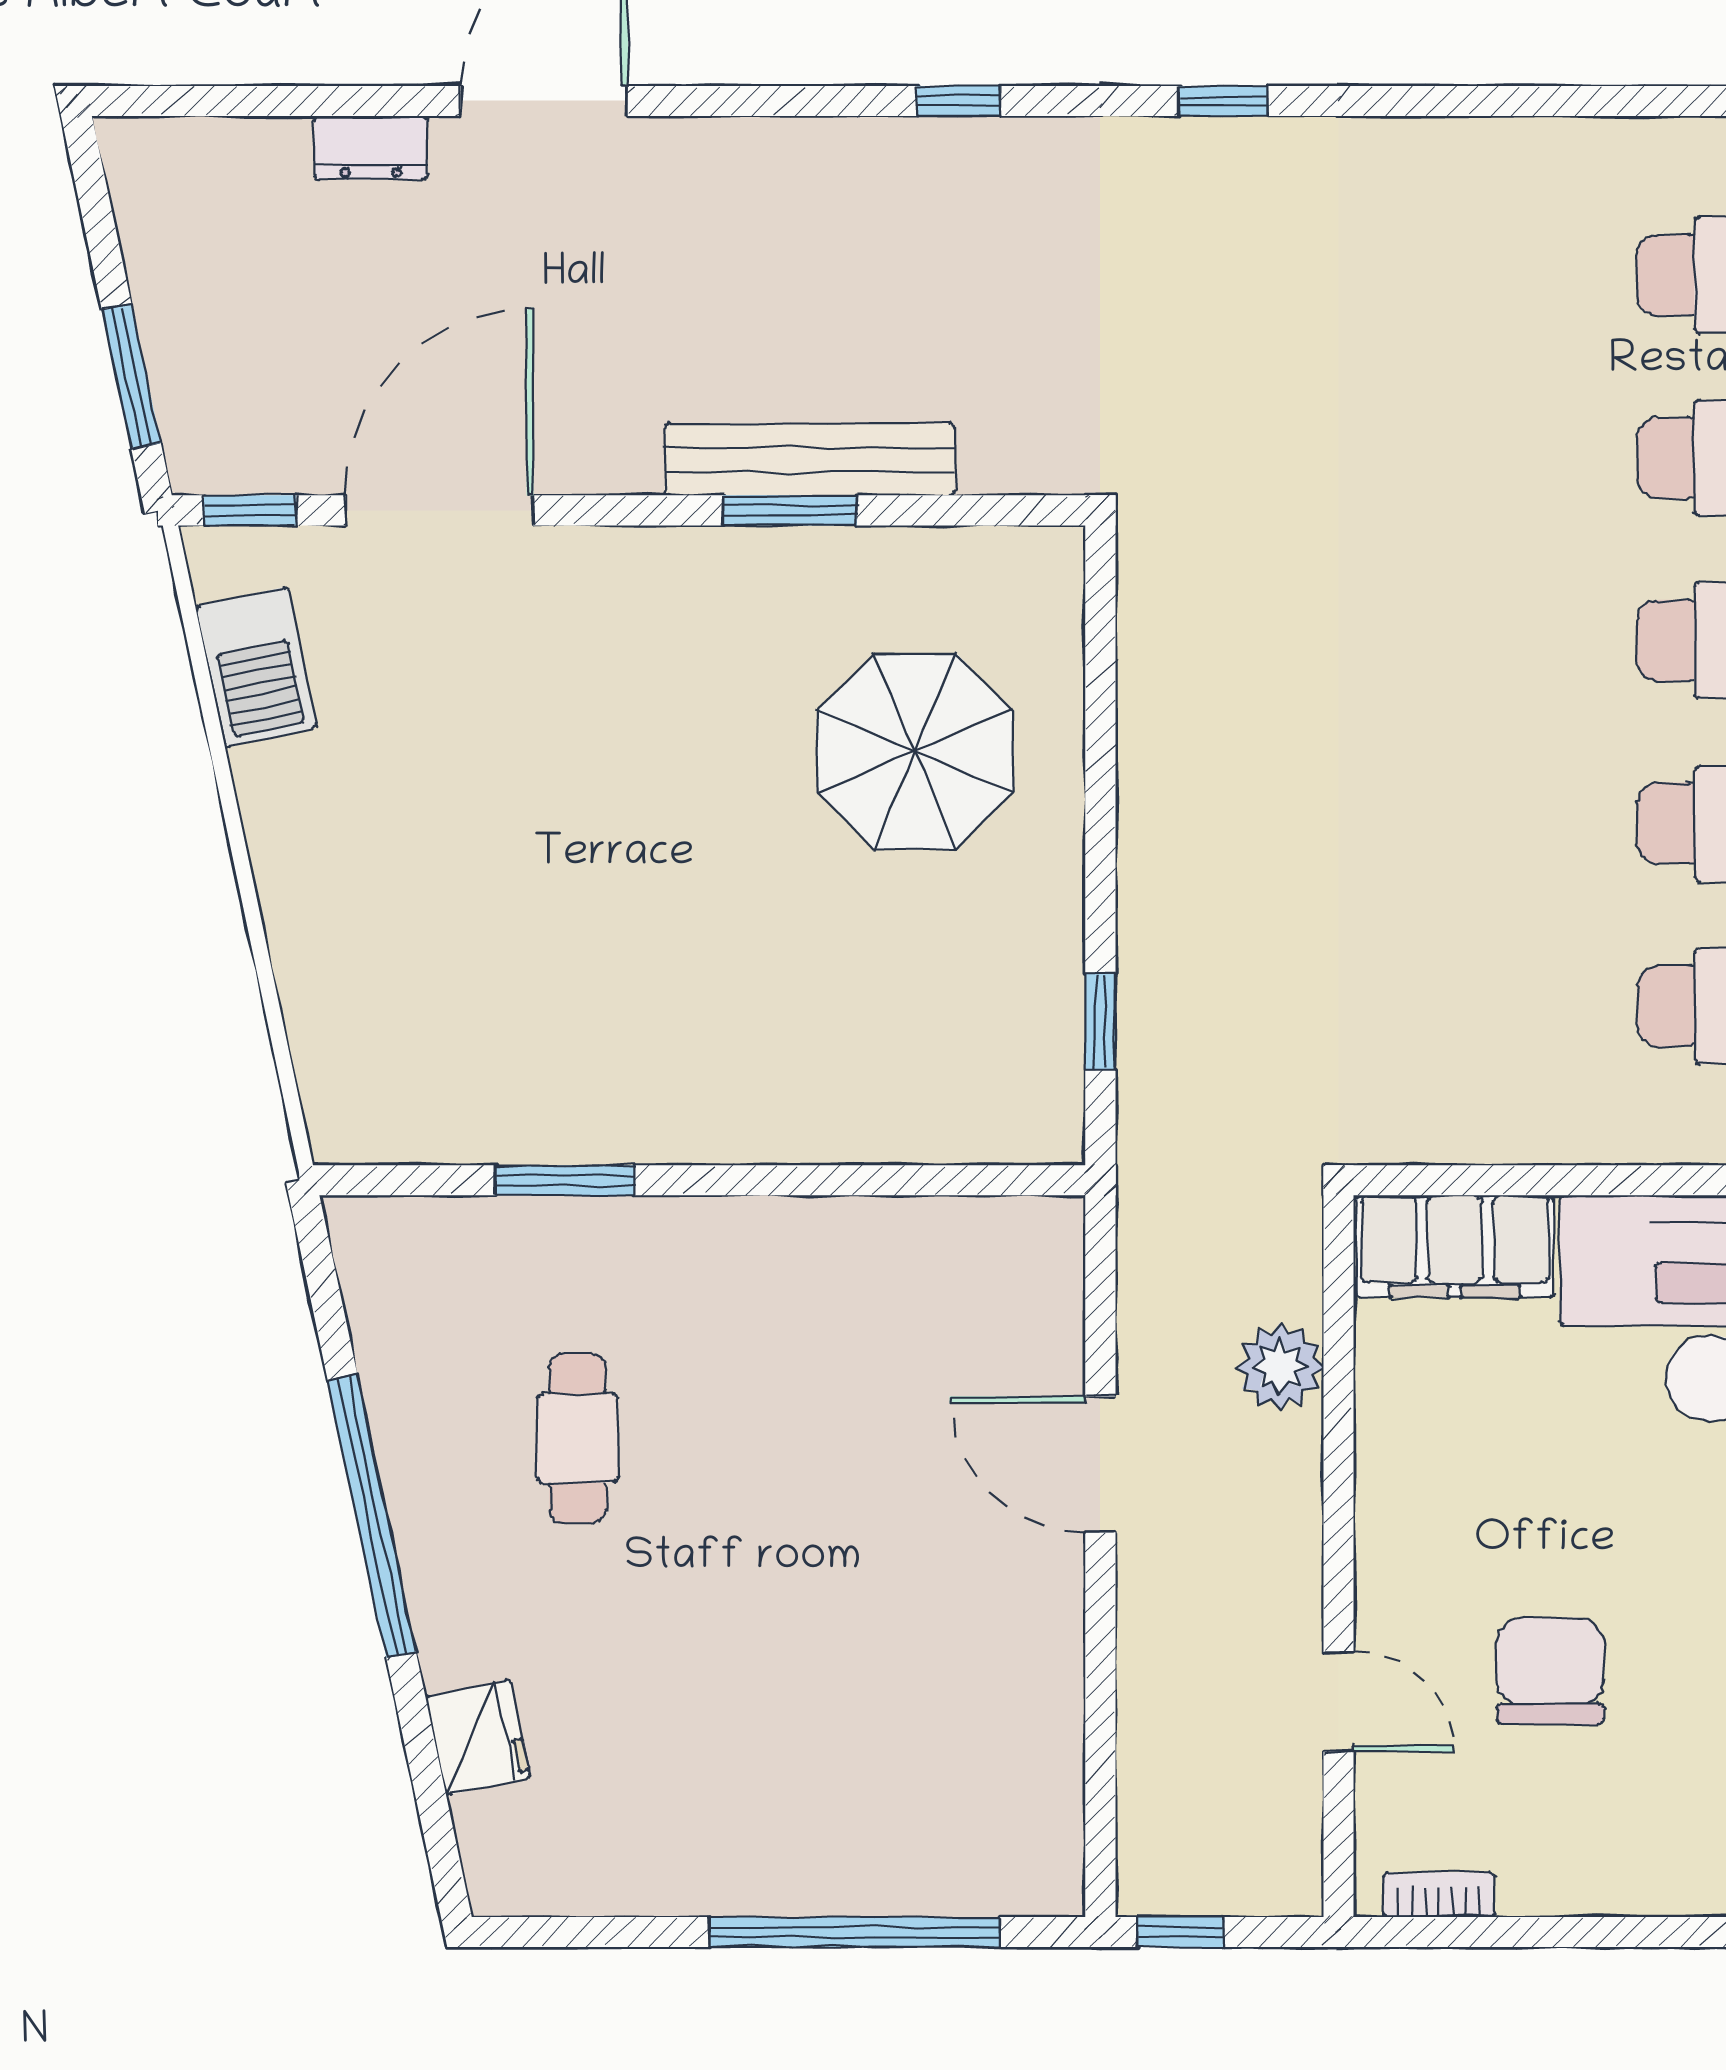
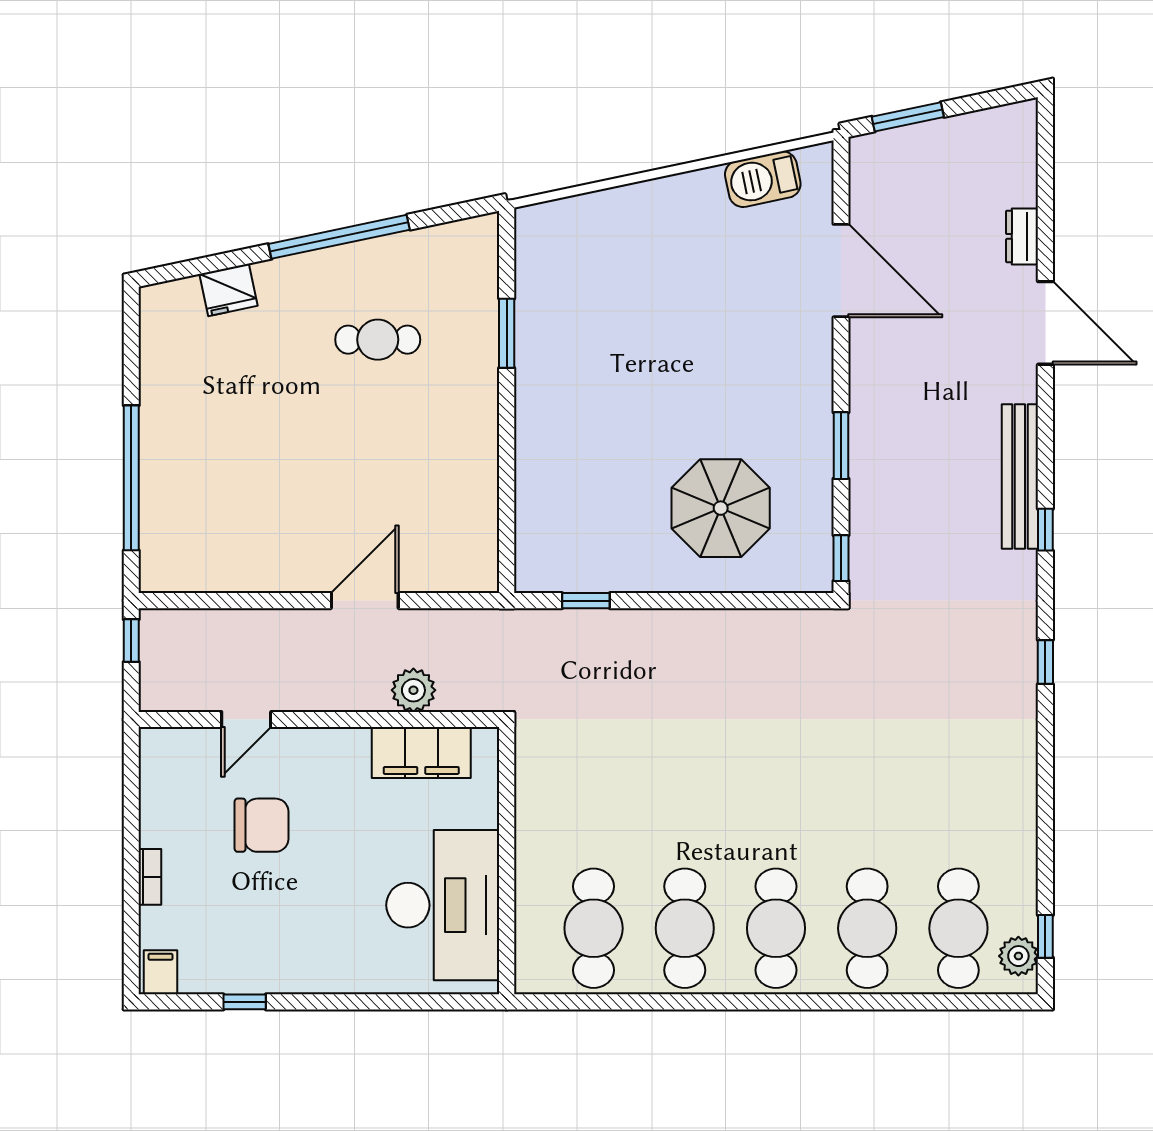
bench: (810, 459) -> (1020, 476), moved
window: (250, 510) -> (841, 558), moved
filing cabinet: (1455, 1246) -> (421, 753), moved, turned -90
bookcase: (1439, 1895) -> (150, 877), moved

